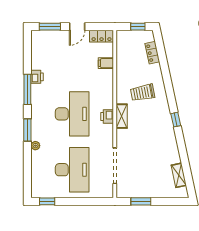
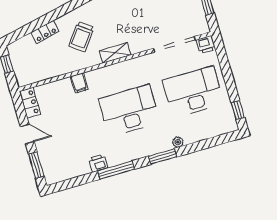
locker: (152, 53) -> (45, 32), moved
filing cabinet: (106, 63) -> (79, 83), moved
trolley: (143, 93) -> (81, 37), turned 48
printer: (107, 116) -> (206, 45), moved

